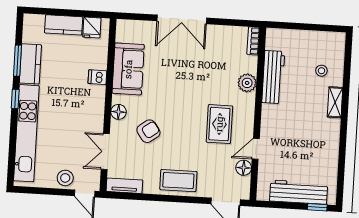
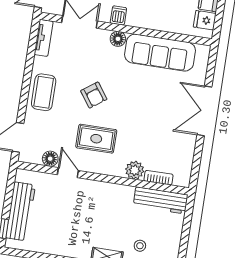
bookcase: (253, 41) -> (159, 178), moved
sofa: (128, 69) -> (160, 53), width x1.36
dishwasher: (97, 77) -> (118, 15), moved
workbench: (273, 77) -> (161, 200), moved
armchair: (148, 131) -> (94, 95), moved

